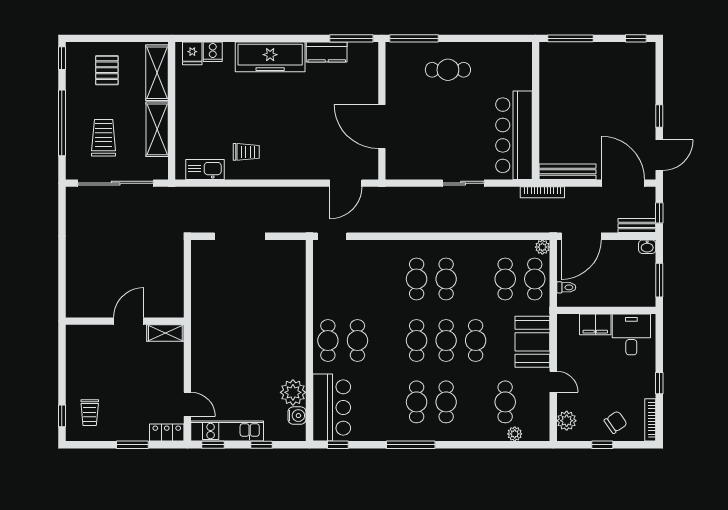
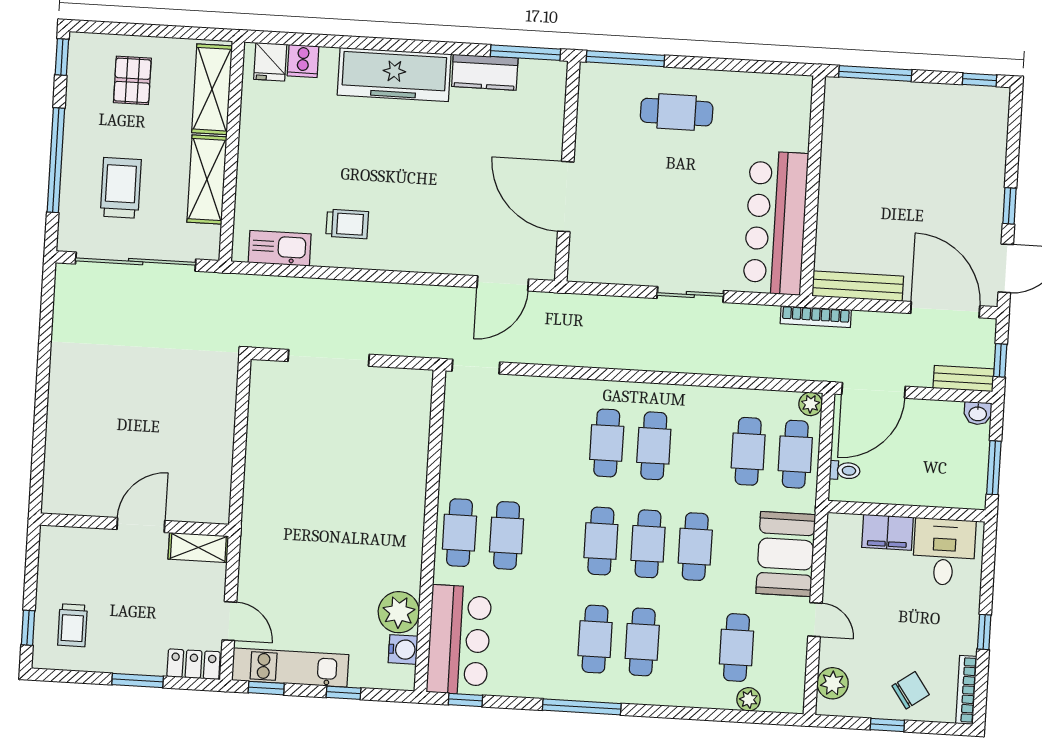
wall: (125, 321) -> (135, 525), moved
door: (129, 321) -> (141, 525), moved
shelving: (165, 333) -> (198, 547), moved

